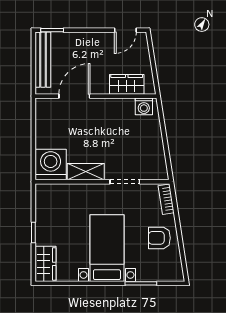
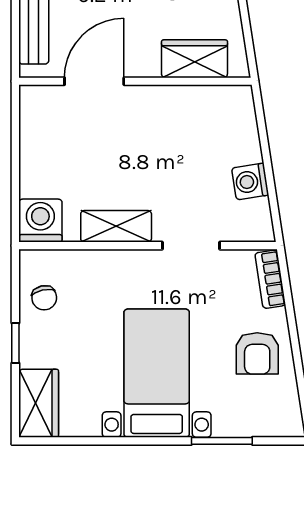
washing machine: (144, 106) -> (250, 182), moved, turned 81
washing machine: (51, 165) -> (40, 221), width x0.73, depth x0.73
chair: (48, 209) -> (44, 298), added
armchair: (159, 238) -> (257, 353), turned -90

